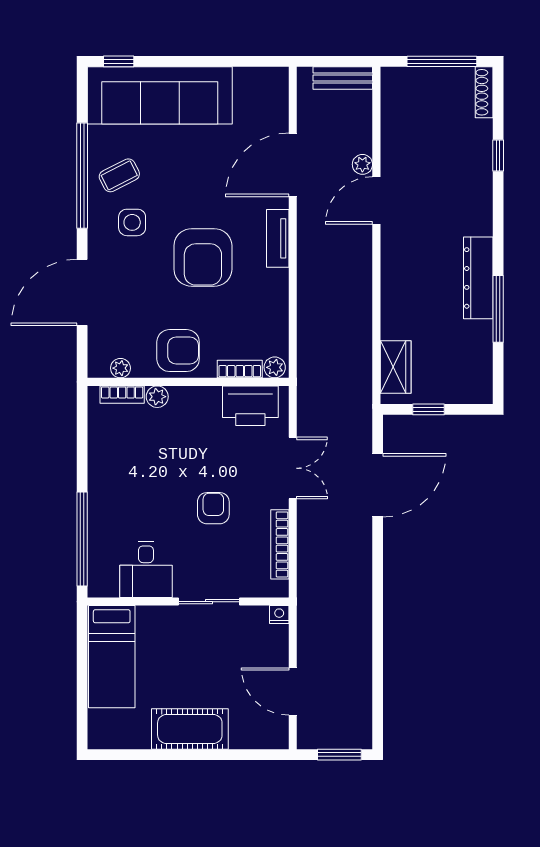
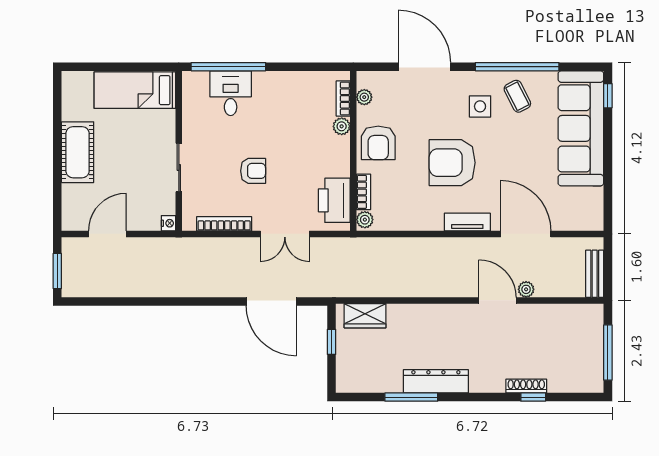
shoe rack: (484, 92) -> (526, 386), moved
desk: (146, 570) -> (231, 93), moved, turned 90

